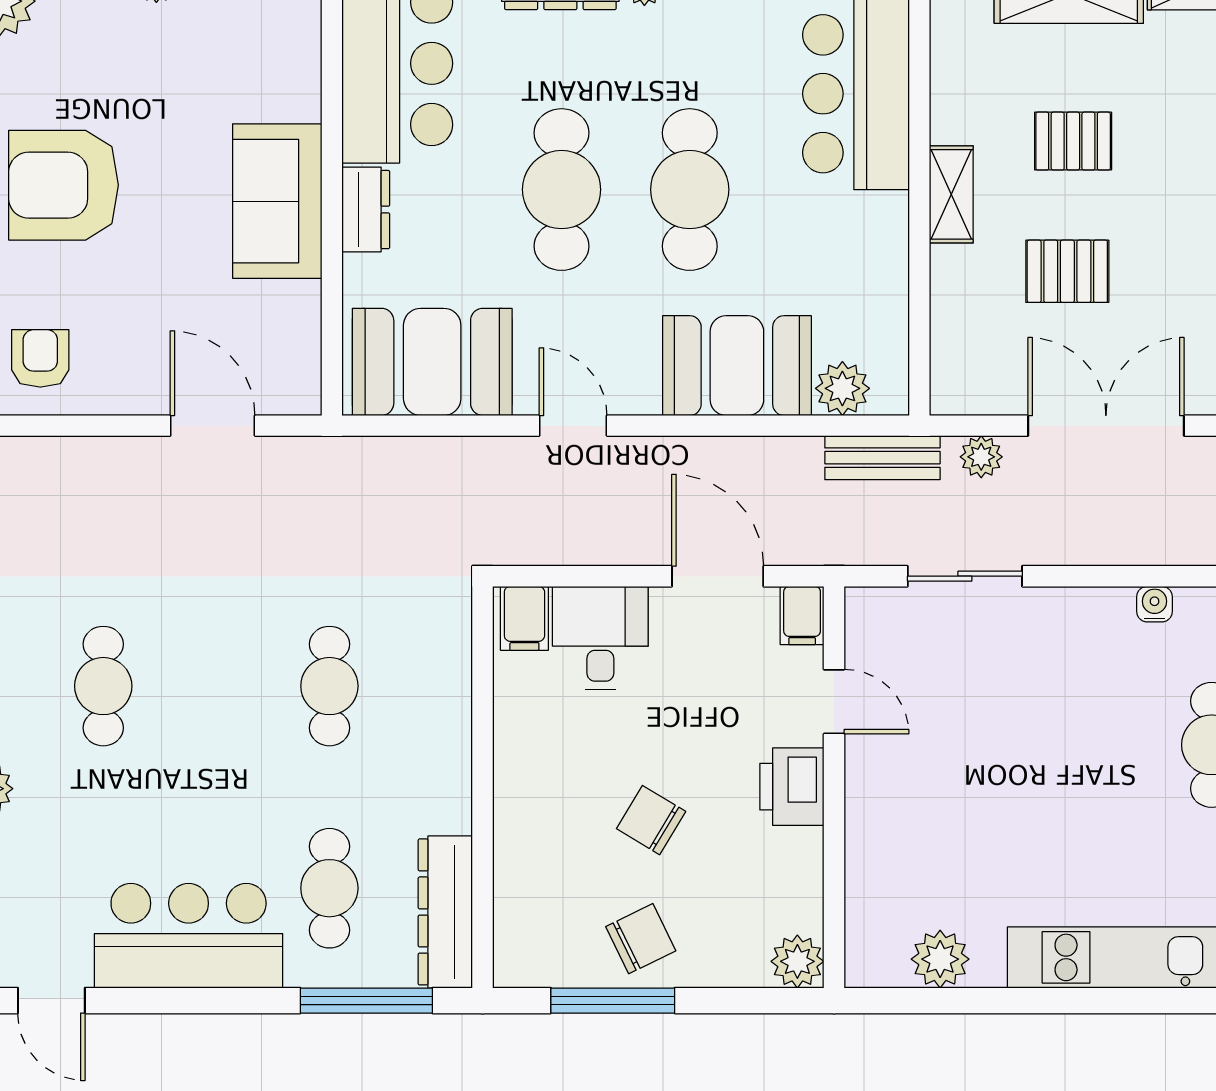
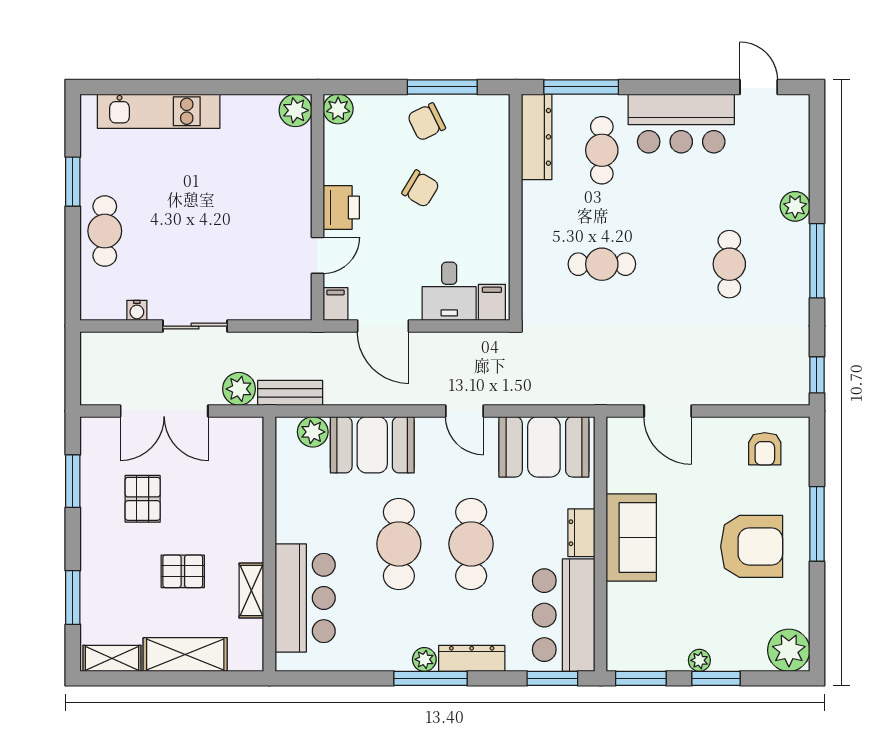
shelving: (951, 194) -> (251, 591), moved
pallet: (1067, 271) -> (143, 499), moved, turned 90
plant: (981, 457) -> (239, 389), width x1.38, depth x1.38
sliding door: (965, 576) -> (195, 326), moved
cafe table: (329, 686) -> (602, 264), turned 90
door: (834, 702) -> (317, 255), swing flipped
plant: (940, 959) -> (296, 110), moved

